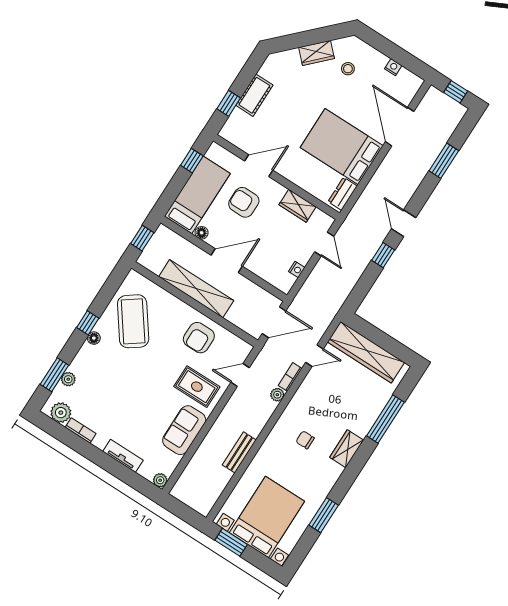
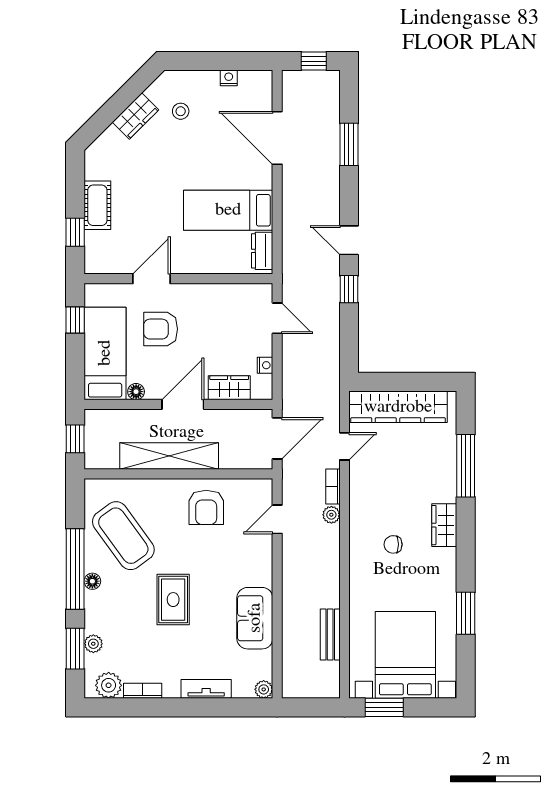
bed: (342, 147) -> (228, 210), width x0.67
wardrobe: (297, 206) -> (229, 388), moved, turned 180
window: (88, 323) -> (75, 569), width x3.17
rug: (197, 387) -> (173, 600), moved, turned 90
bench: (239, 452) -> (330, 635), moved

